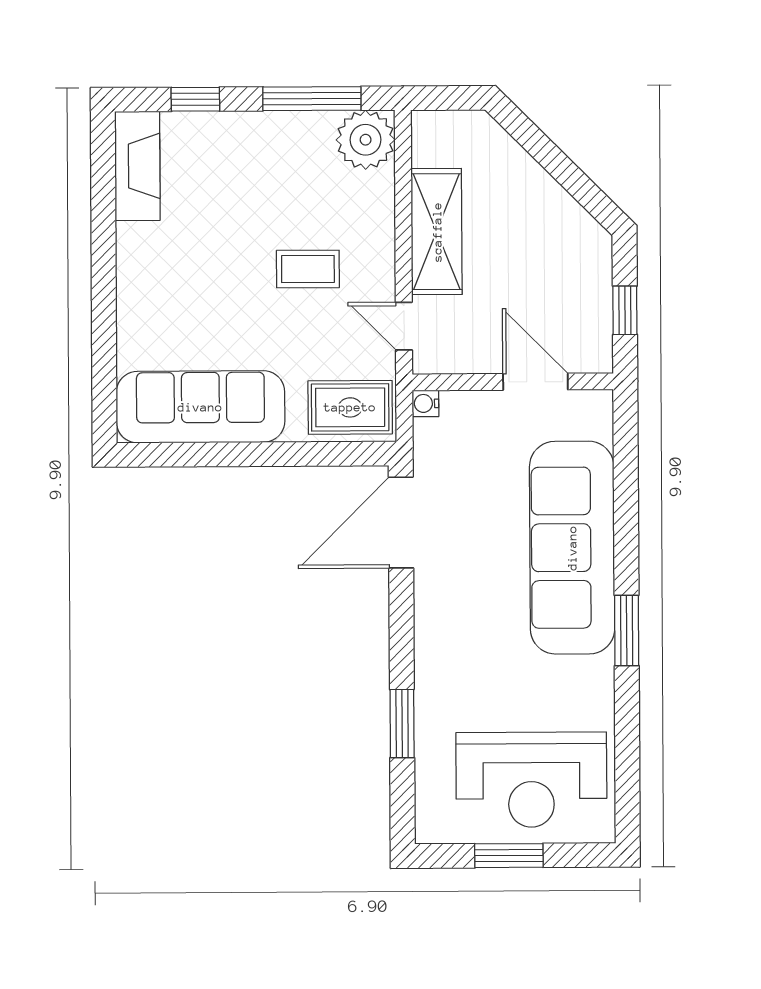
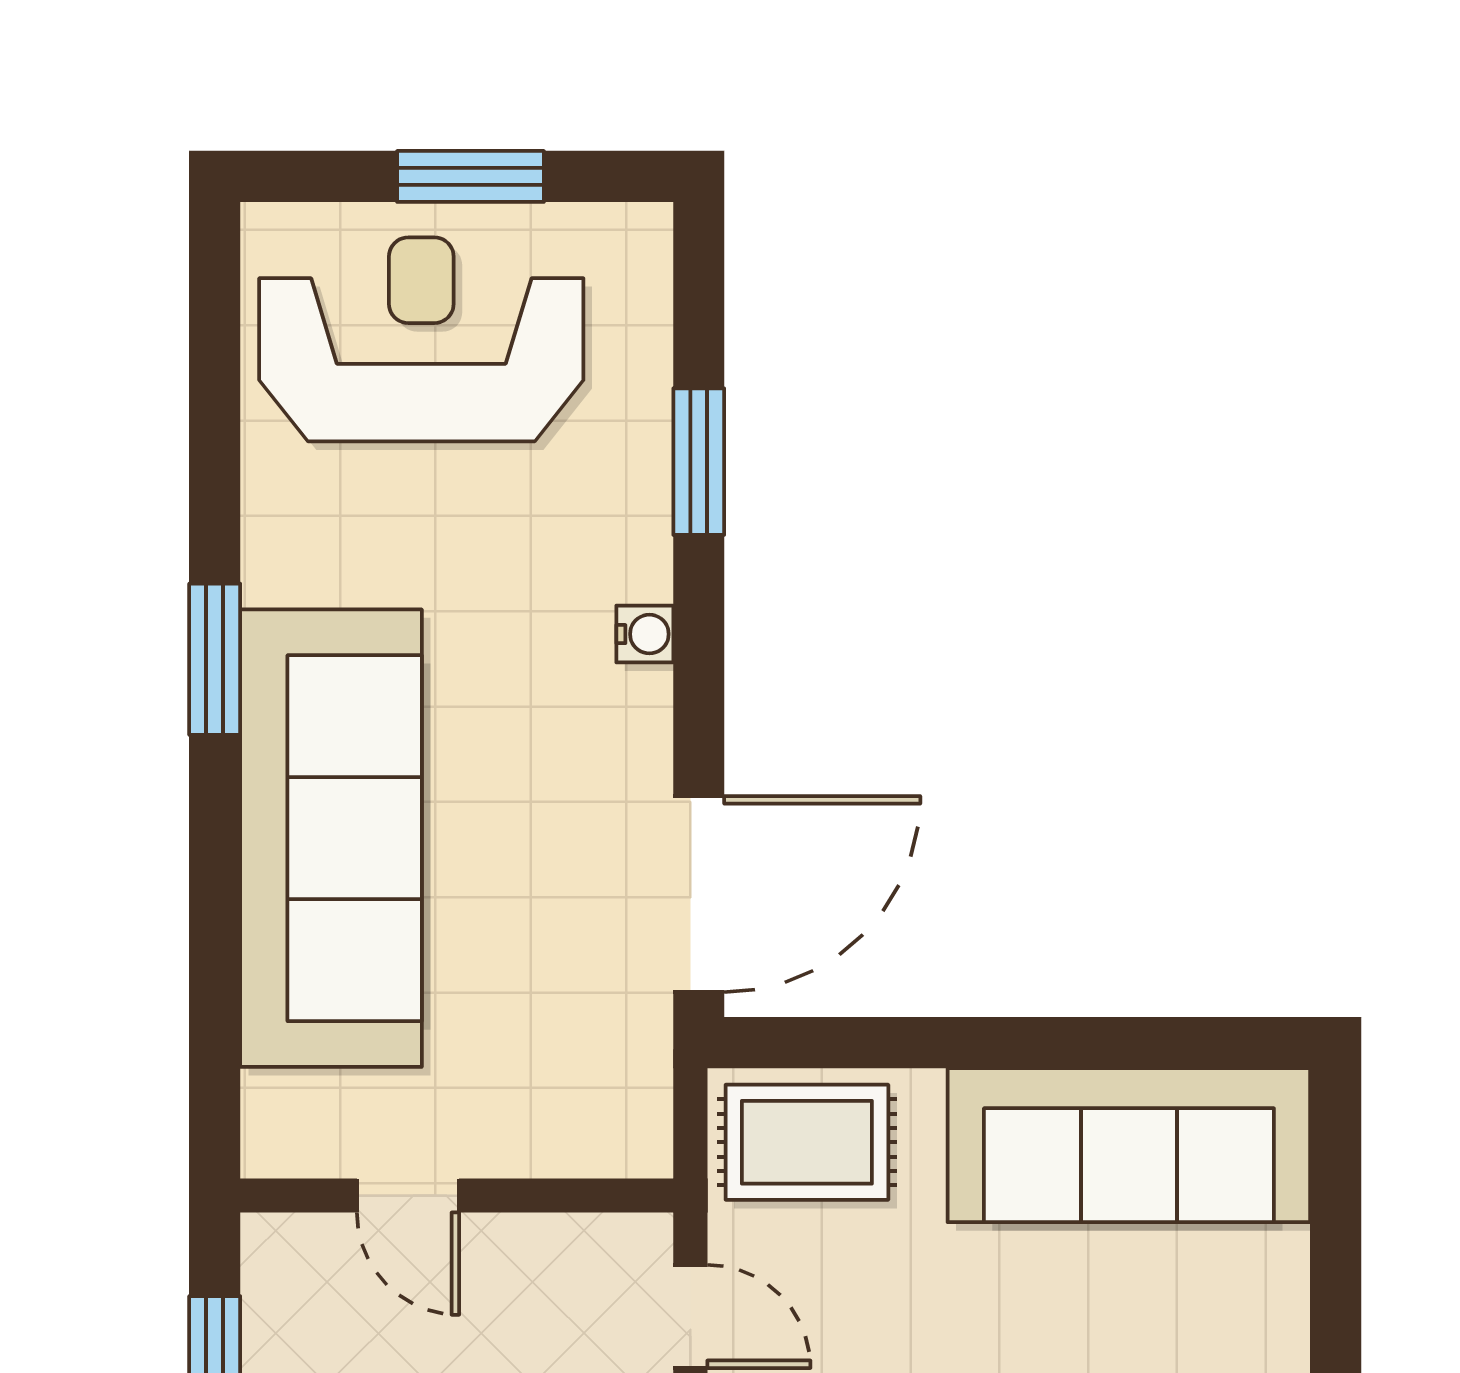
door: (535, 382) -> (408, 1196), width x0.73
water cooler: (425, 403) -> (645, 634), moved

